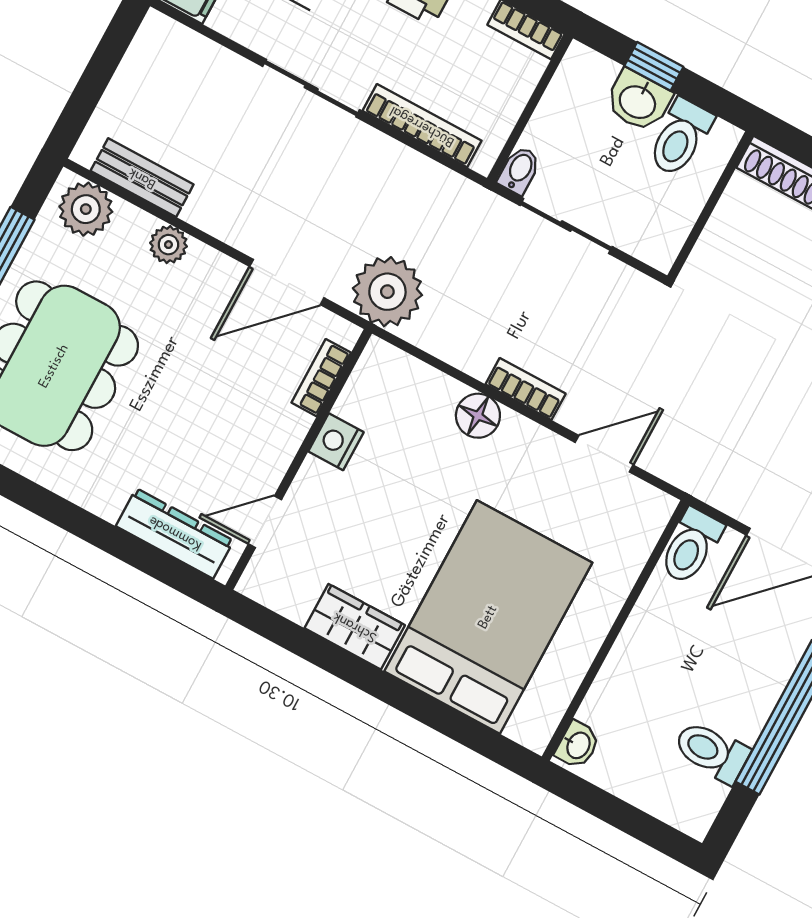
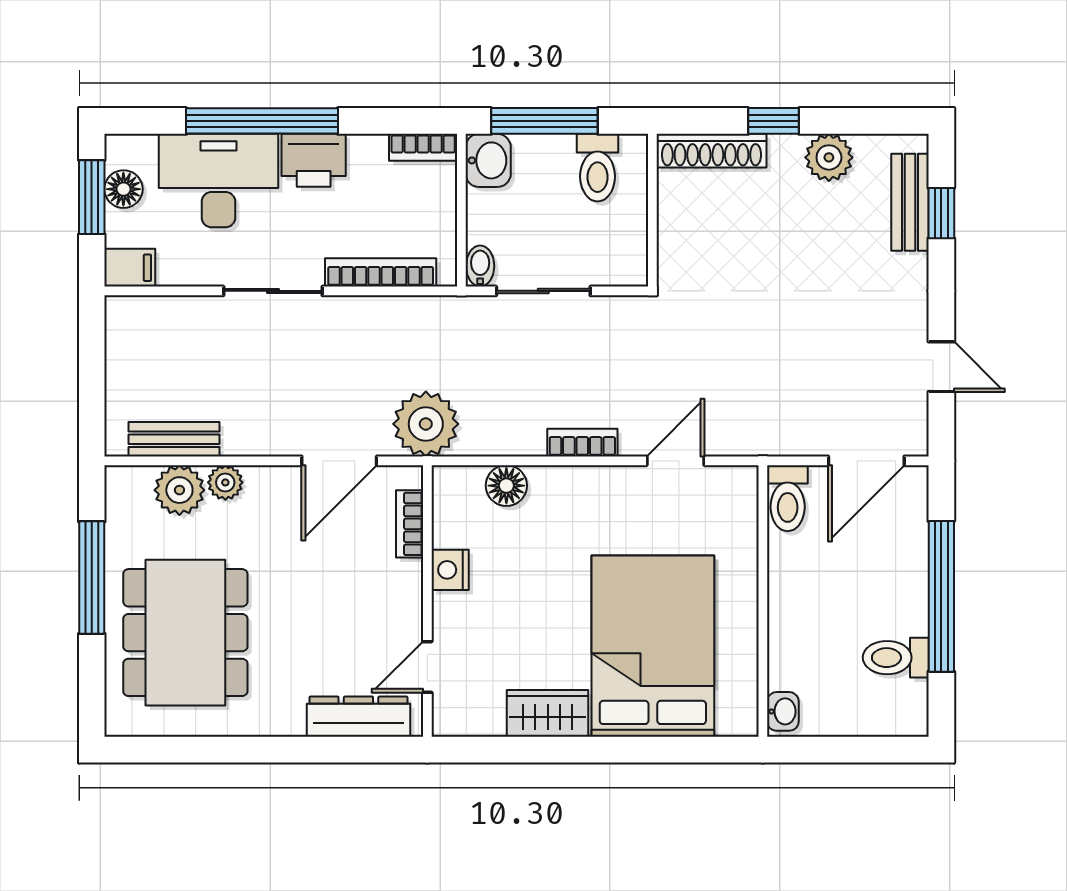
window: (654, 66) -> (544, 121), width x2.17
washbasin: (638, 101) -> (488, 160), moved, turned -90
plant: (86, 209) -> (179, 490), moved
floor lamp: (478, 416) -> (506, 486), moved

